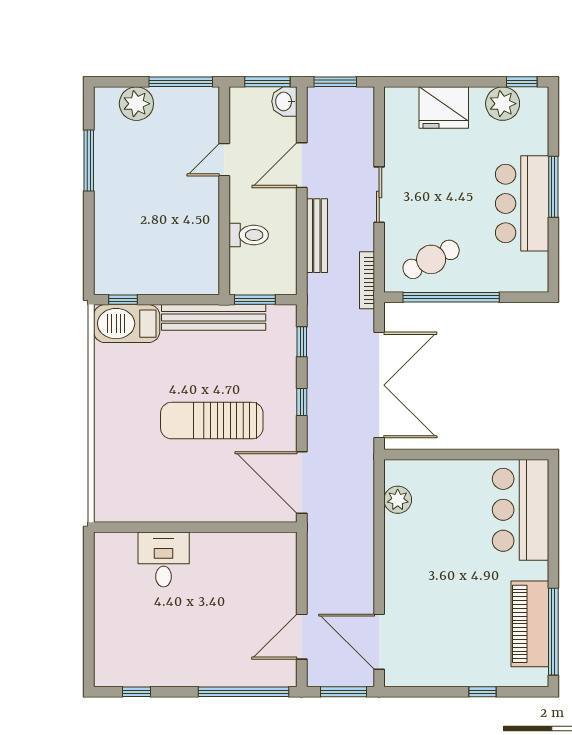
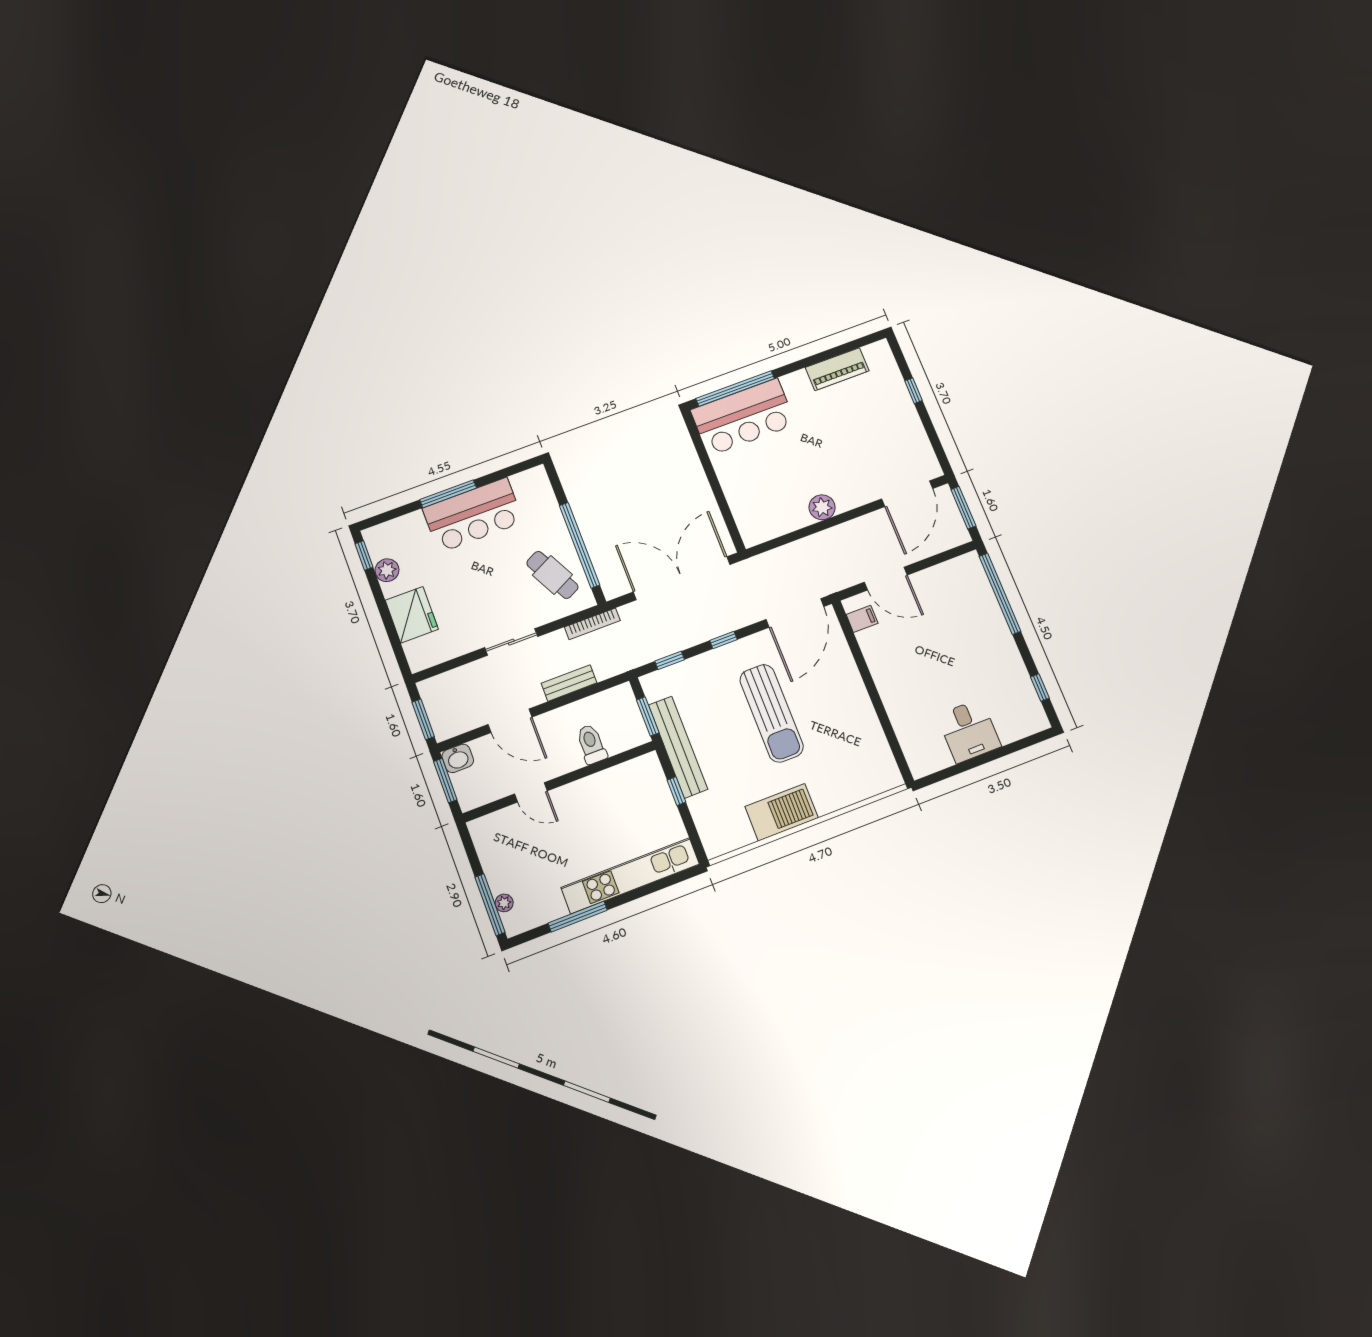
window: (181, 82) -> (490, 905), moved
plant: (136, 104) -> (504, 903), width x0.53, depth x0.53
plant: (503, 104) -> (387, 570), width x0.73, depth x0.73
kitchen unit: (108, 225) -> (630, 876), added
bench: (317, 236) -> (569, 683), width x0.73
window: (123, 300) -> (676, 791), moved
barbecue: (127, 324) -> (782, 812), moved, turned -90
plant: (398, 500) -> (822, 507), moved
filing cabinet: (271, 546) -> (862, 619), added
desk: (164, 559) -> (969, 731), moved, turned -90
piano: (530, 624) -> (837, 369), width x0.73, depth x0.75
window: (553, 632) -> (735, 388), moved
door: (302, 637) -> (886, 579), moved

